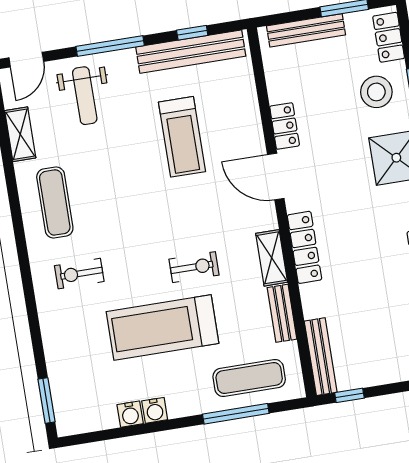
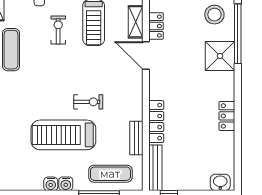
locker: (304, 247) -> (156, 122), moved
shelving: (272, 258) -> (136, 22), moved
exercise bike: (79, 274) -> (58, 30), moved, turned 90
water cooler: (130, 414) -> (66, 184), moved

